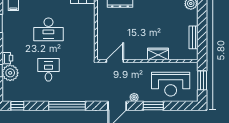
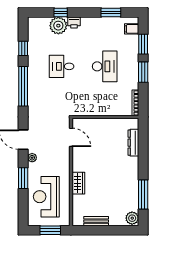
desk: (48, 29) -> (105, 66), turned 180
desk: (48, 70) -> (62, 66), turned 180
window: (17, 106) -> (23, 48), moved

